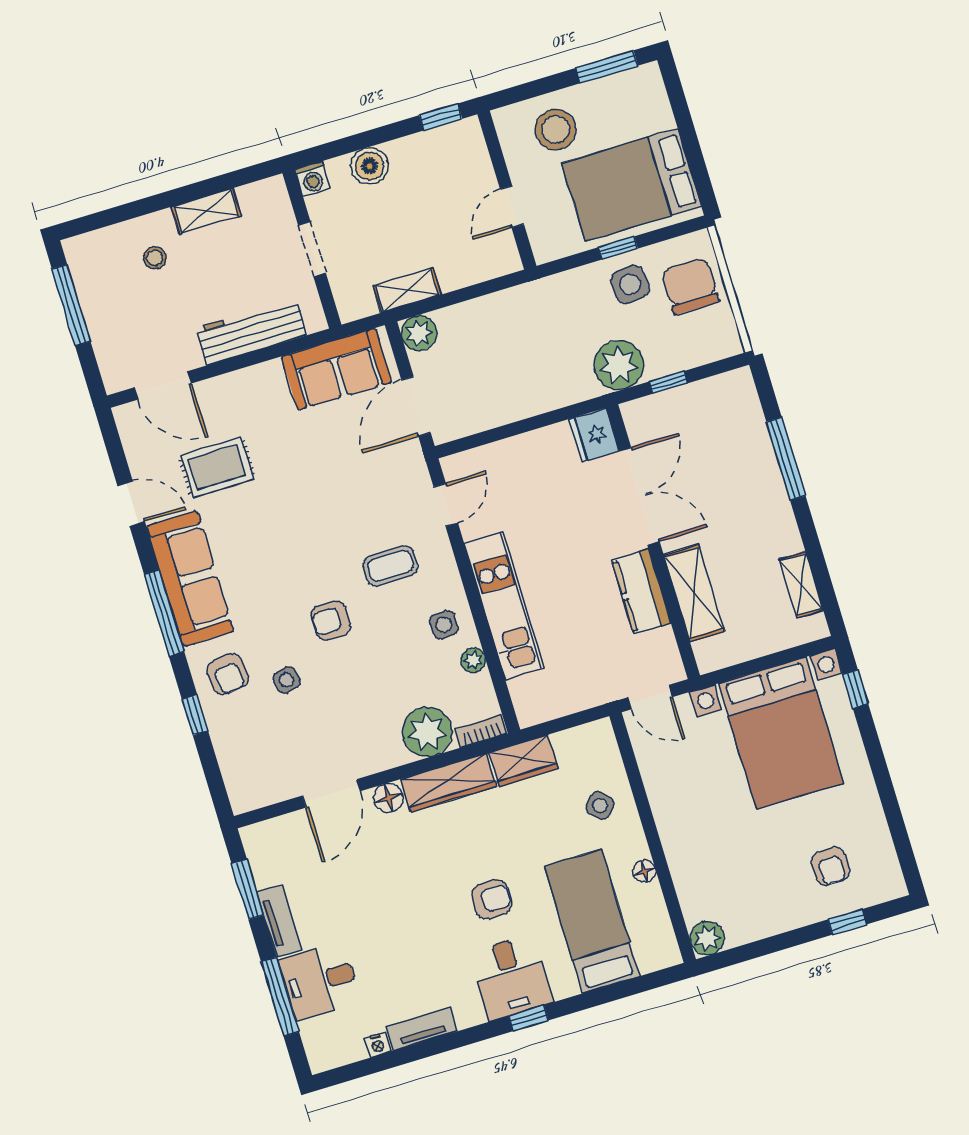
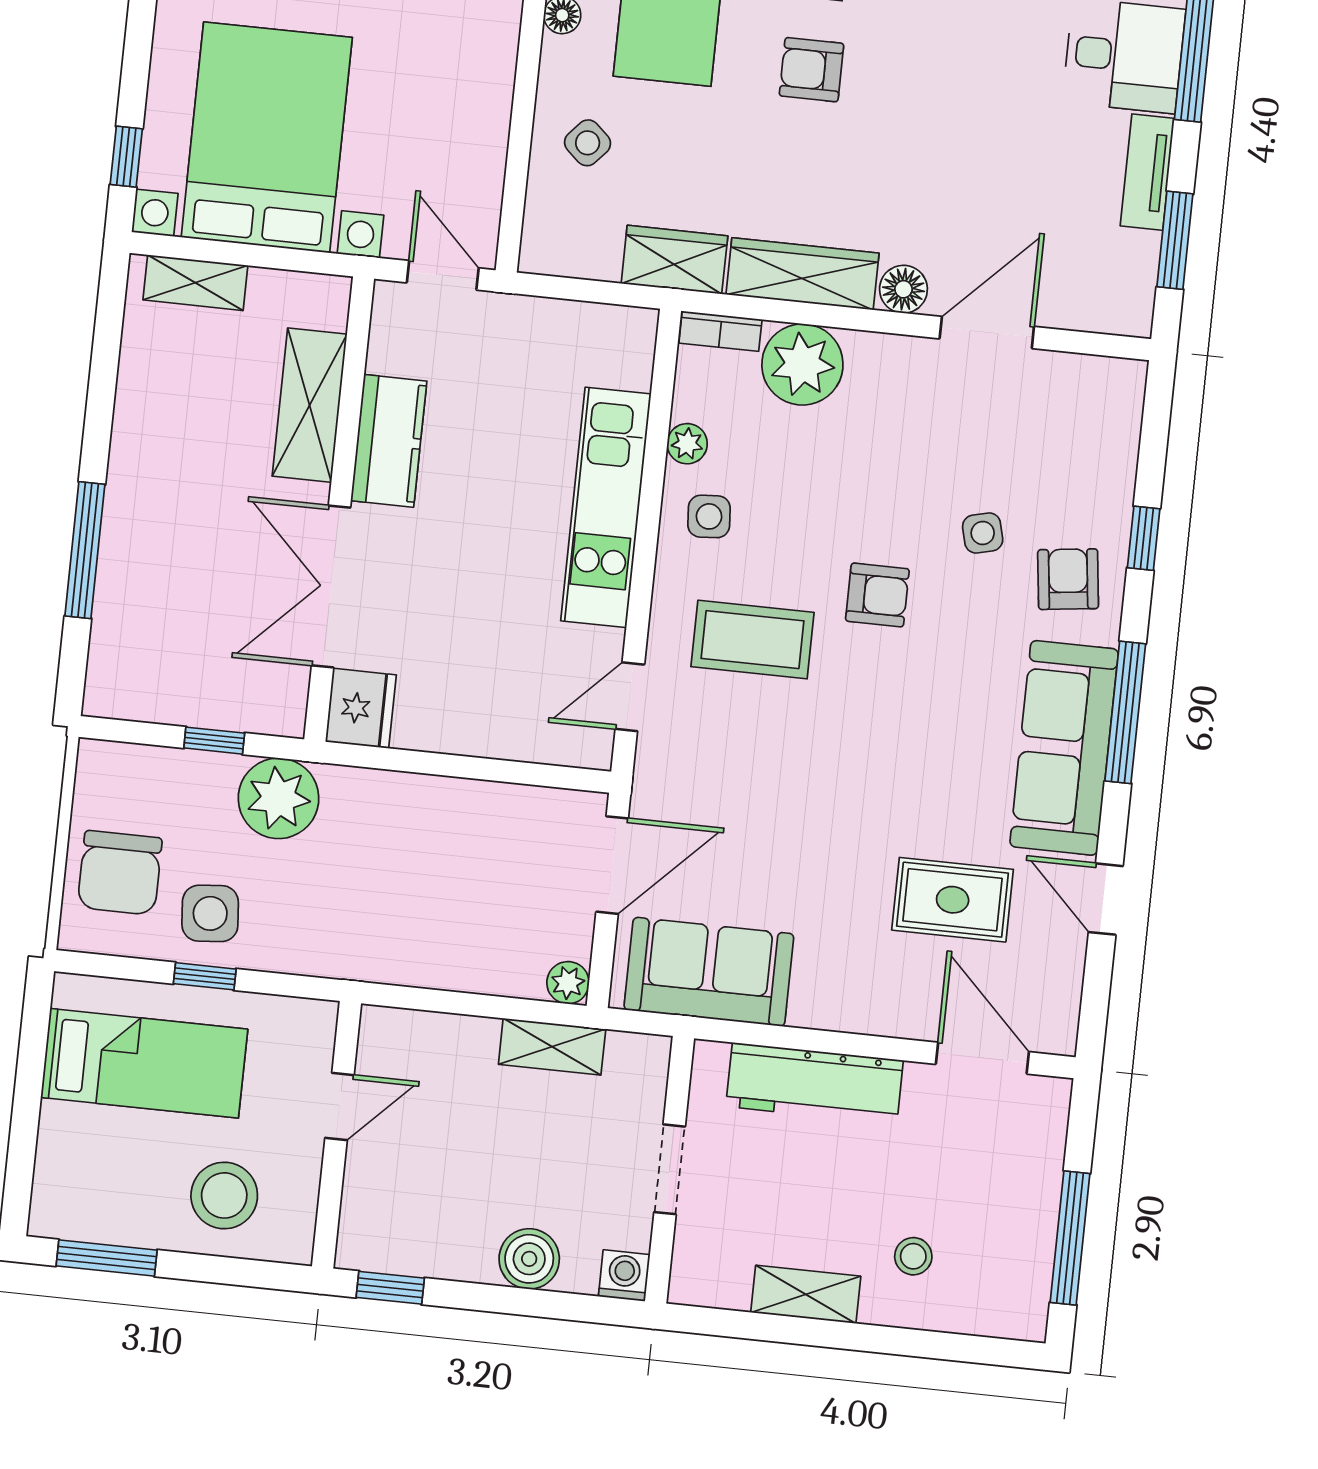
bed: (632, 185) -> (144, 1063), width x0.67
plant: (419, 333) -> (568, 983), width x0.73, depth x0.73
coffee table: (390, 566) -> (753, 640), width x1.36, depth x1.30
shelving: (801, 584) -> (195, 283), moved, turned 90

